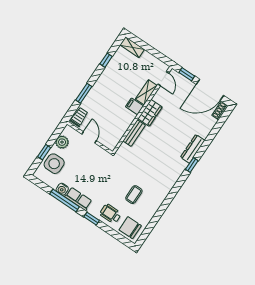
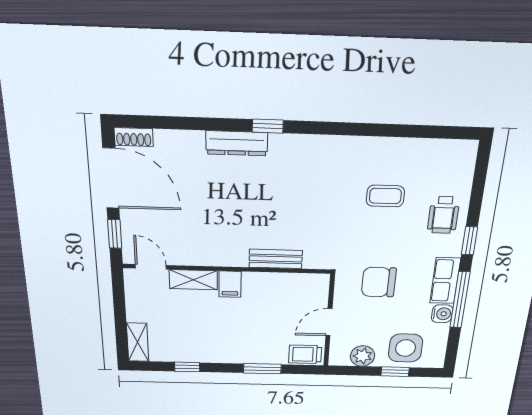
door: (163, 79) -> (151, 267), hinge flipped
wardrobe: (150, 113) -> (223, 254), removed
chair: (130, 228) -> (379, 282), moved, turned 90

